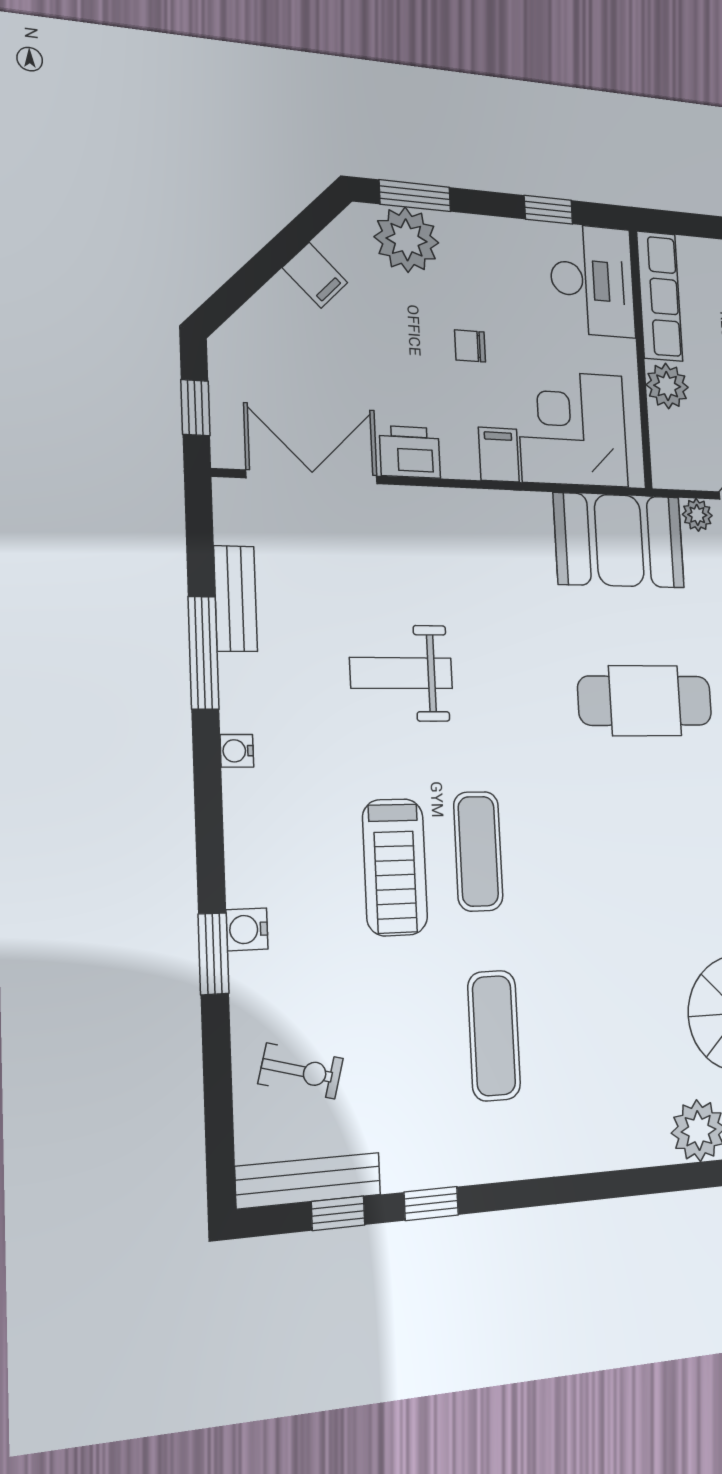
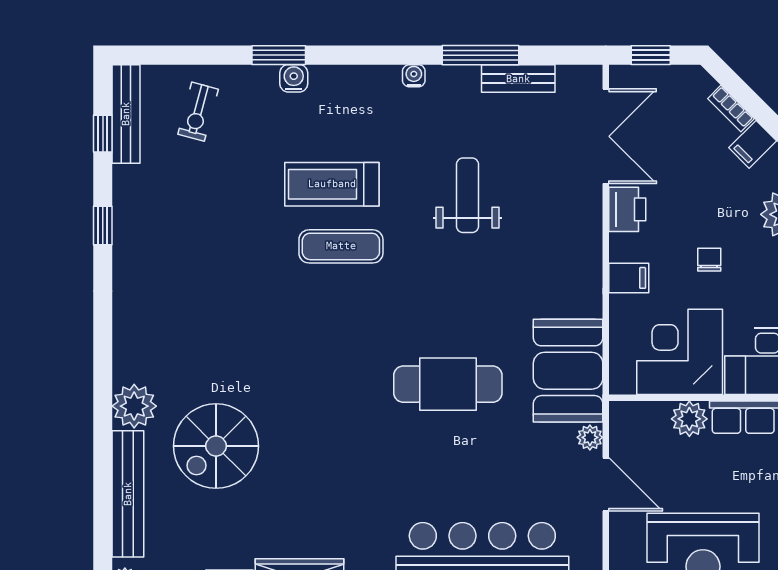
bookcase: (267, 301) -> (731, 109), added
corner desk: (573, 428) -> (680, 352), moved, turned -90
cafe table: (645, 701) -> (448, 384), turned 90
exercise mat: (494, 1036) -> (212, 251), removed
window: (431, 1204) -> (103, 226), moved

